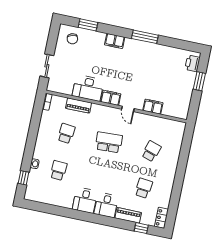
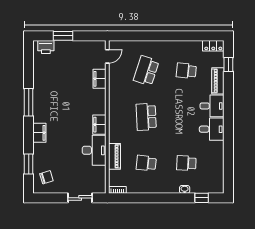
door: (128, 109) -> (107, 56), moved
school desk: (151, 151) -> (146, 71), width x1.85

